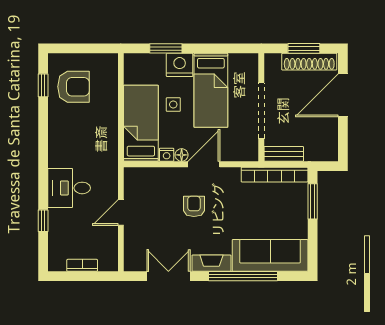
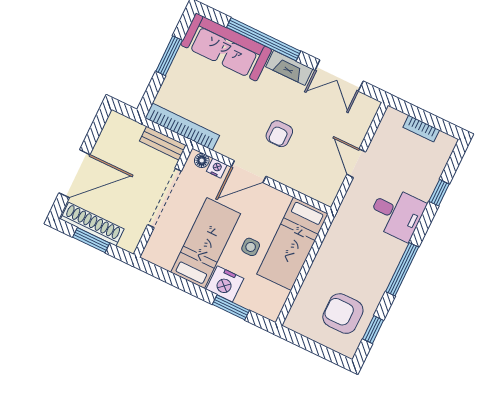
window: (43, 145) -> (402, 269), added
nightstand: (167, 155) -> (217, 168), moved
floor lamp: (182, 155) -> (202, 161), moved
window: (313, 201) -> (169, 56), moved
door: (121, 213) -> (356, 163), swing flipped

